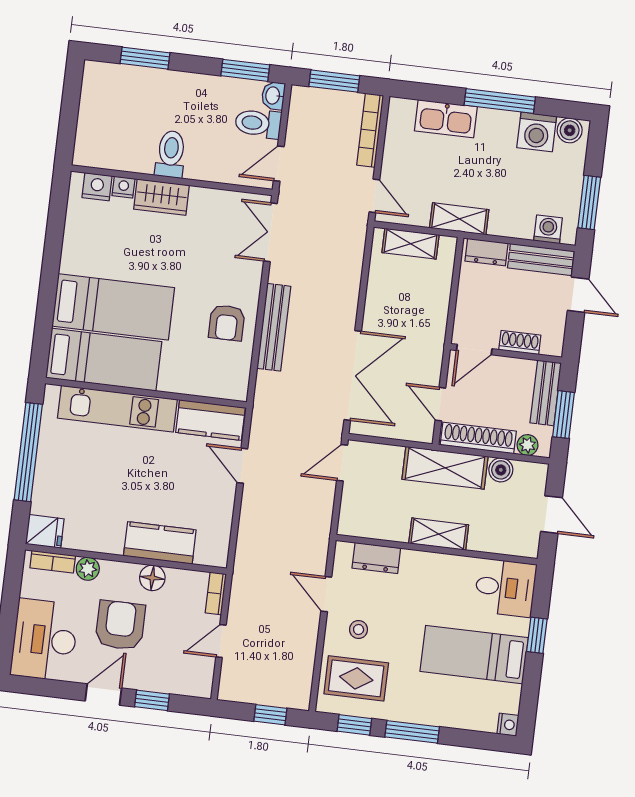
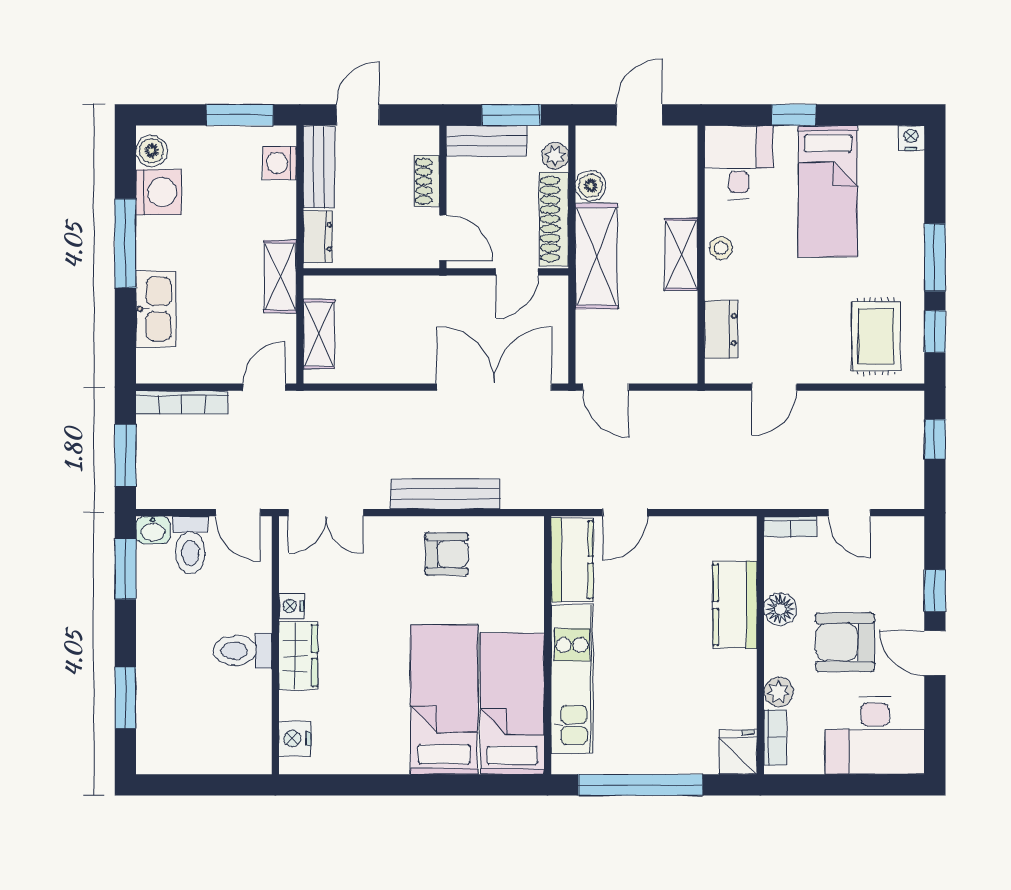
nightstand: (124, 187) -> (291, 606), moved
stool: (359, 630) -> (721, 248), moved

